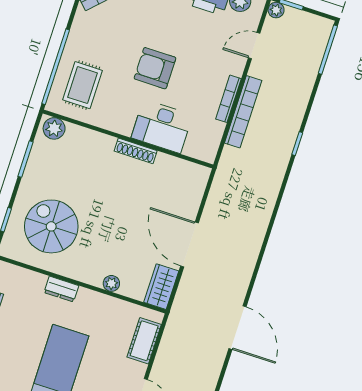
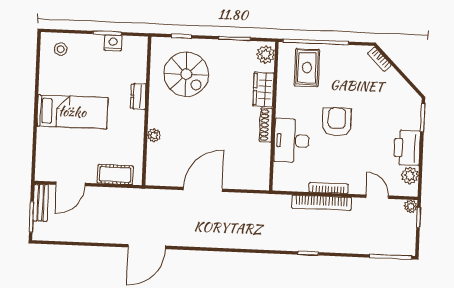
rug: (82, 85) -> (307, 68), turned 90
spiral stairs: (51, 226) -> (186, 74), turned 90
wardrobe: (161, 287) -> (263, 90), moved, turned -90

